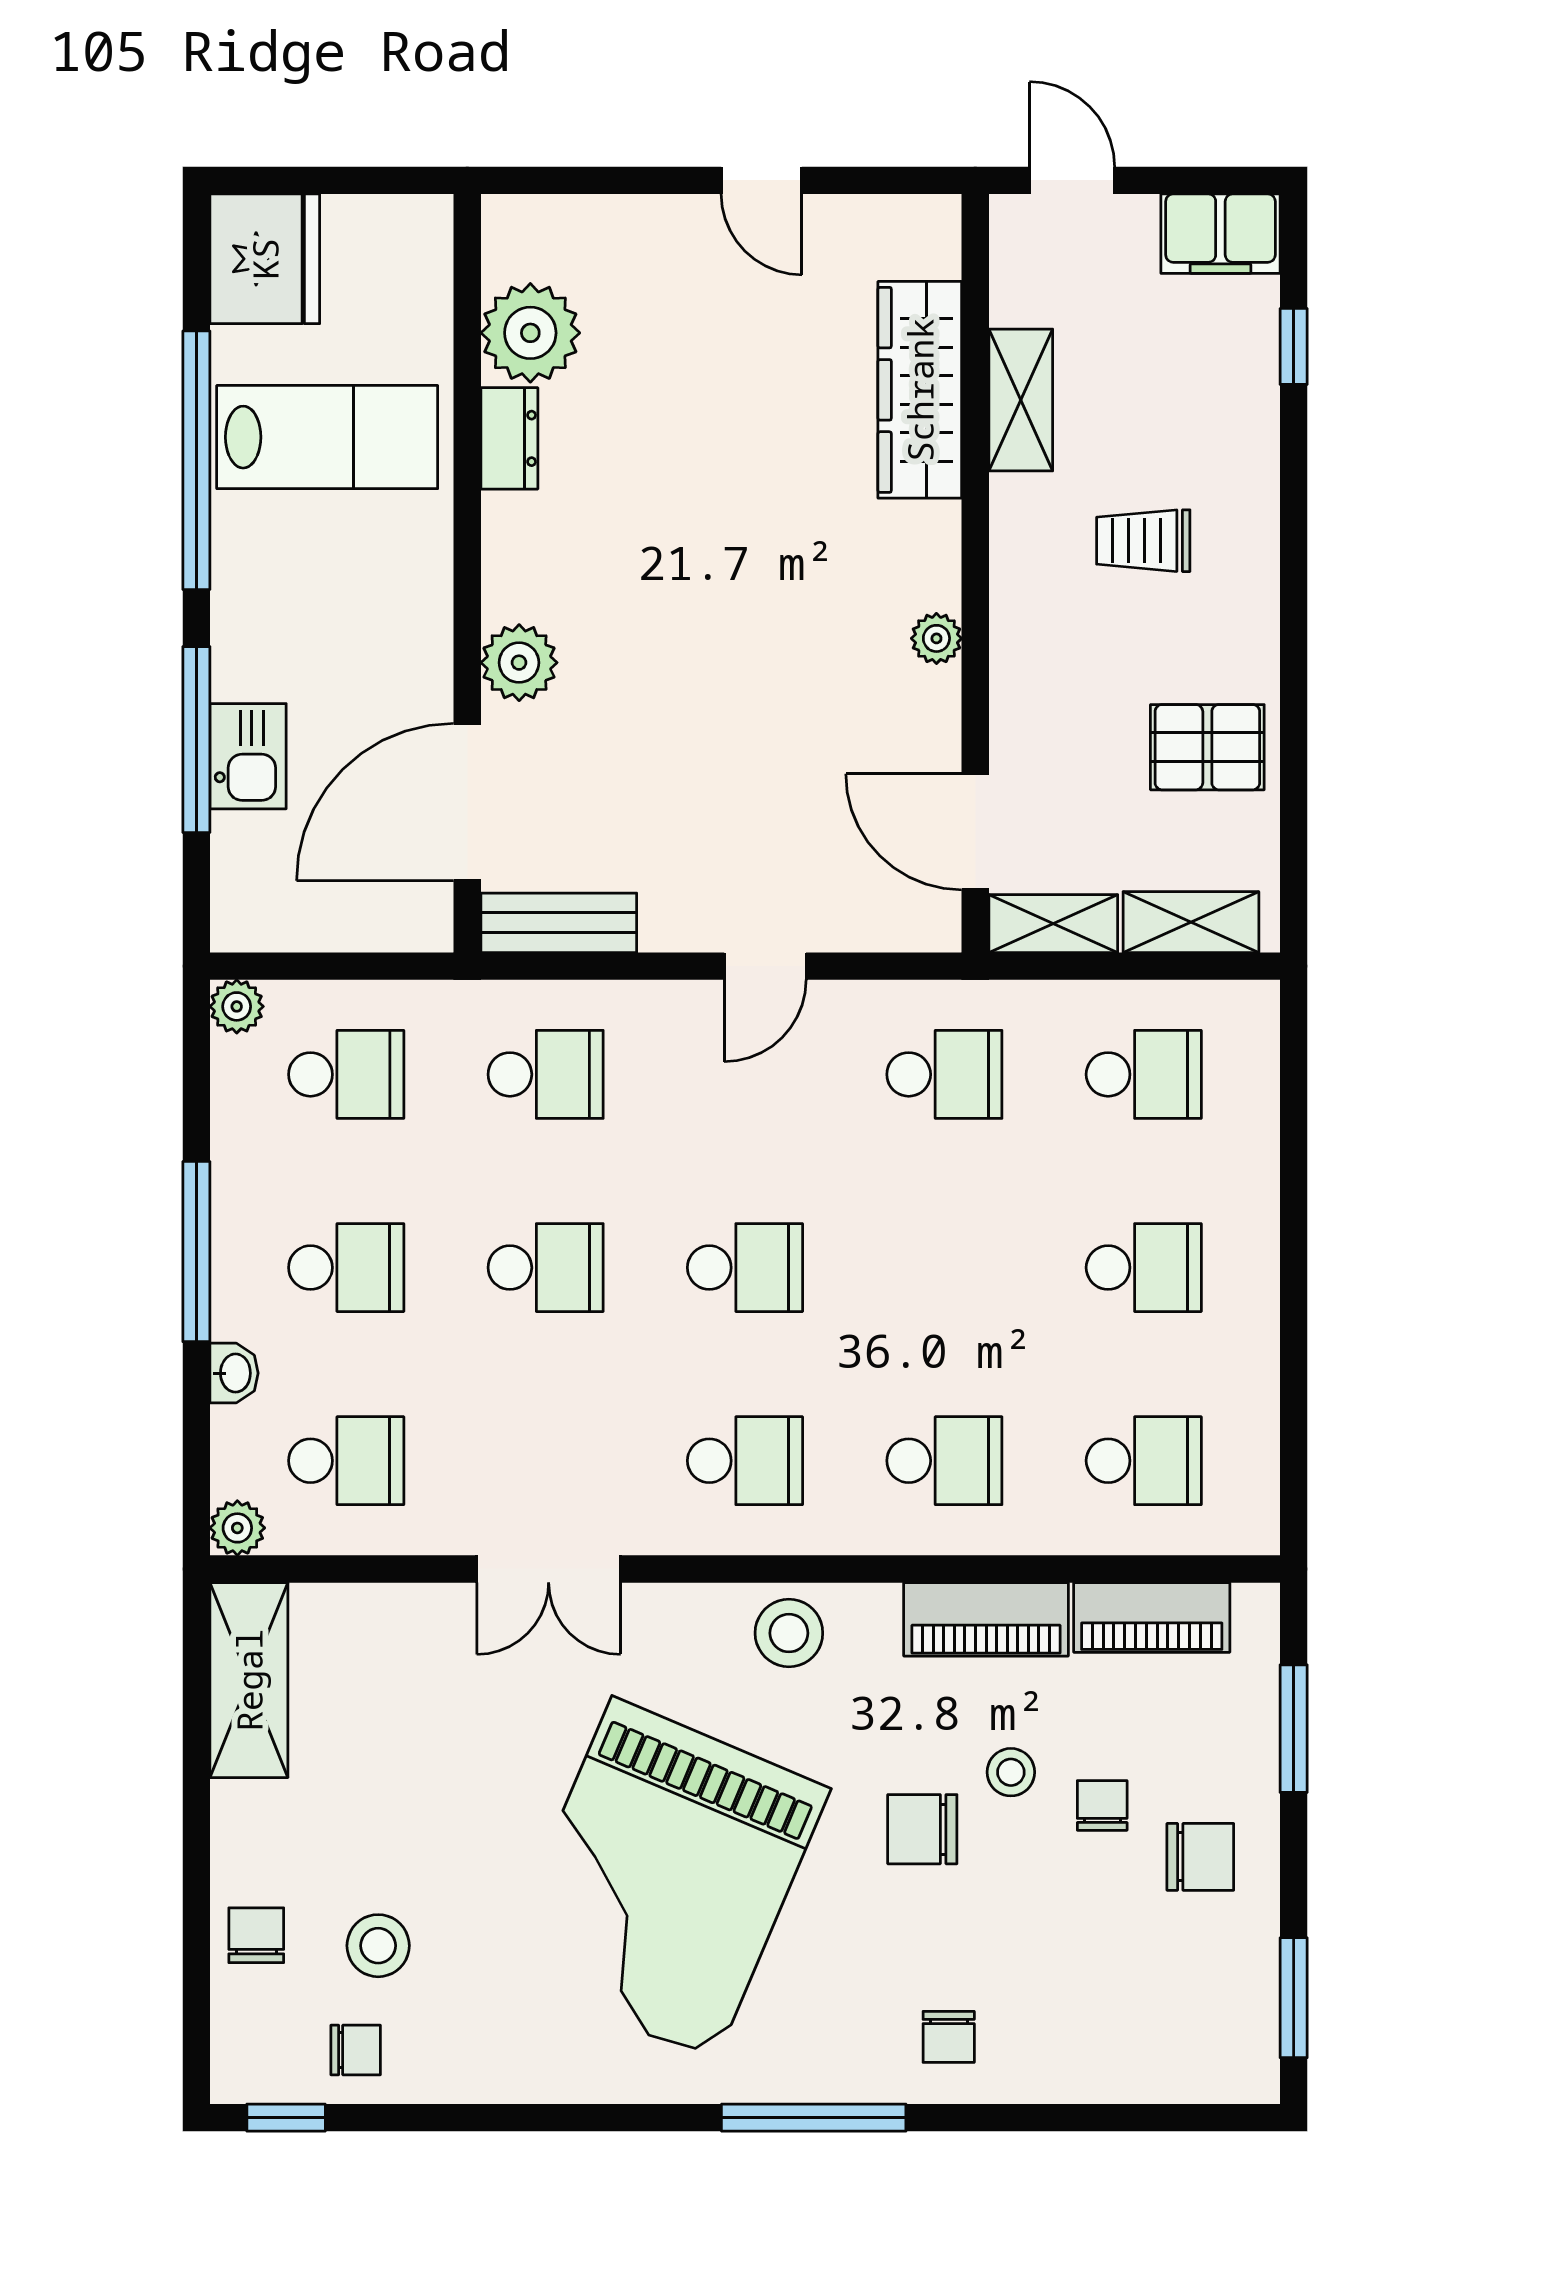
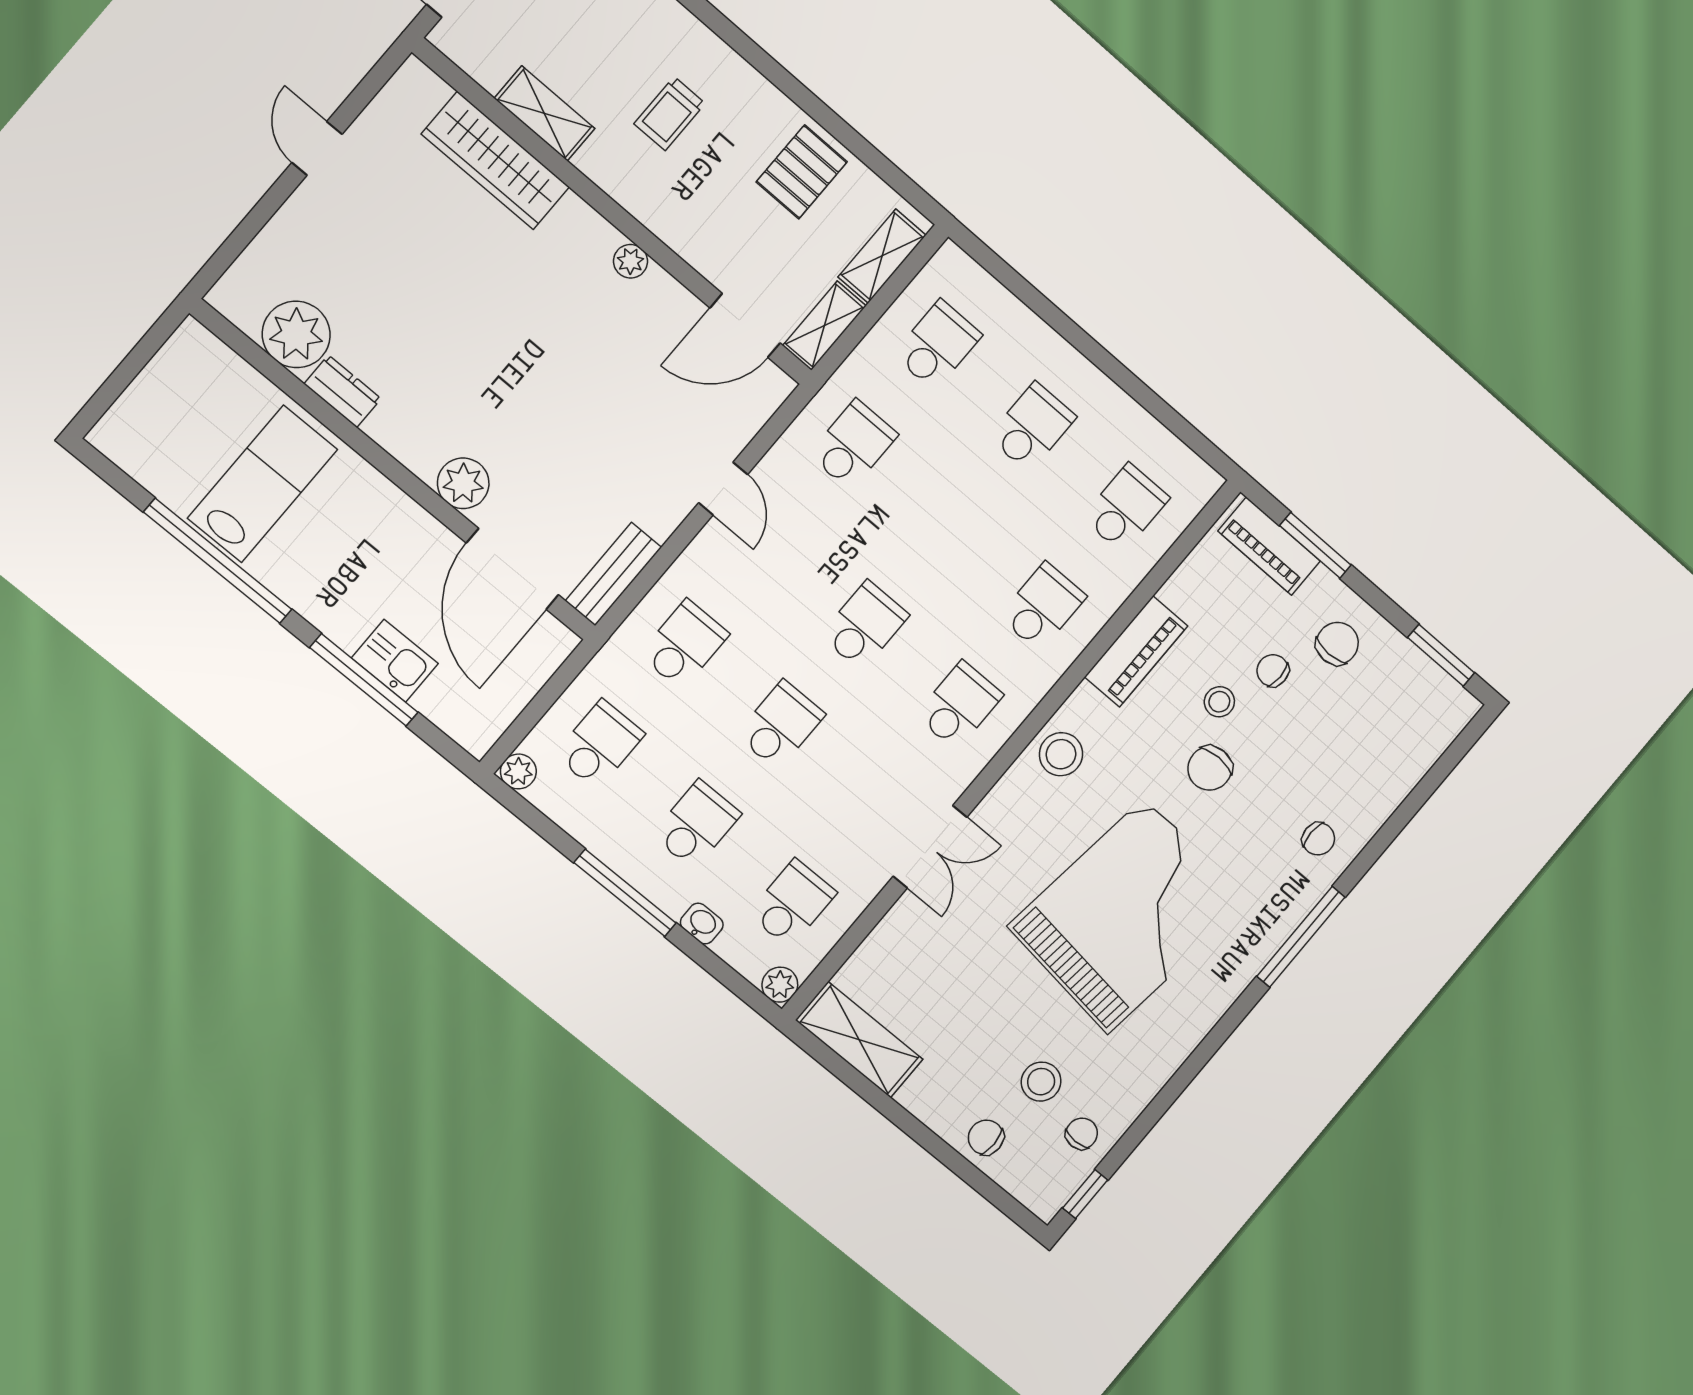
door: (762, 180) -> (317, 148), swing flipped
fridge: (265, 259) -> (141, 438), removed
piano: (1152, 1617) -> (1269, 546), moved, turned 90
grand piano: (663, 1879) -> (1127, 915), turned -106

